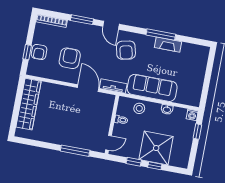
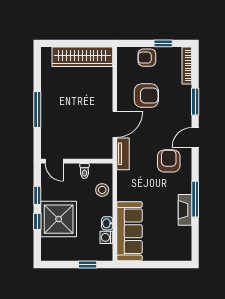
armchair: (126, 50) -> (169, 161), turned 103
window: (27, 52) -> (163, 43), moved
sofa: (152, 88) -> (130, 231), moved
washing machine: (192, 115) -> (106, 237), moved
window: (75, 151) -> (37, 109), moved

